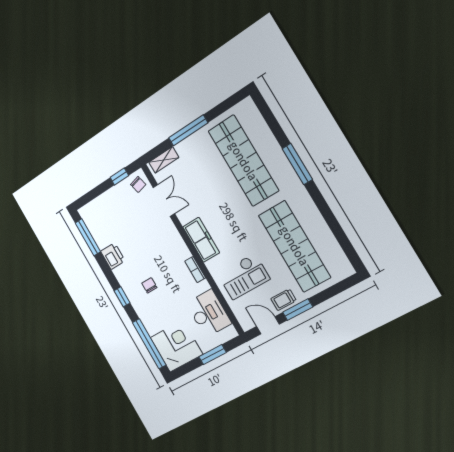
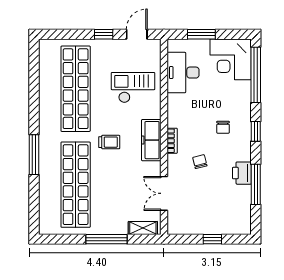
window: (119, 176) -> (212, 239), moved
chair: (138, 184) -> (200, 162), moved
window: (88, 237) -> (256, 184), moved
bookcase: (195, 270) -> (172, 141), moved
trolley: (284, 300) -> (109, 142), moved
window: (298, 309) -> (104, 34), width x0.67
door: (268, 325) -> (137, 34), swing flipped

